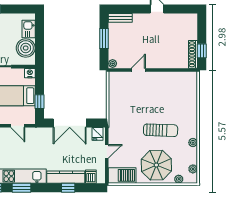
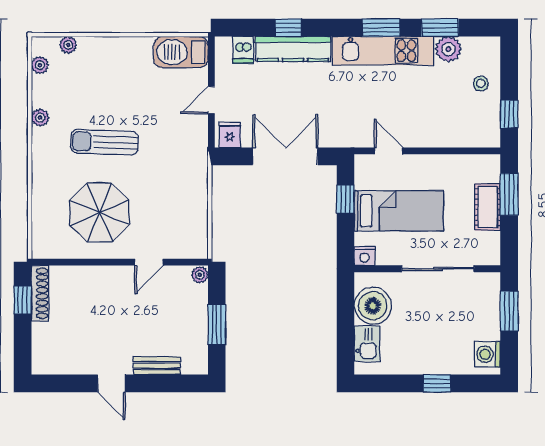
bench: (120, 18) -> (157, 366), moved
parasol: (156, 165) -> (100, 213), moved

